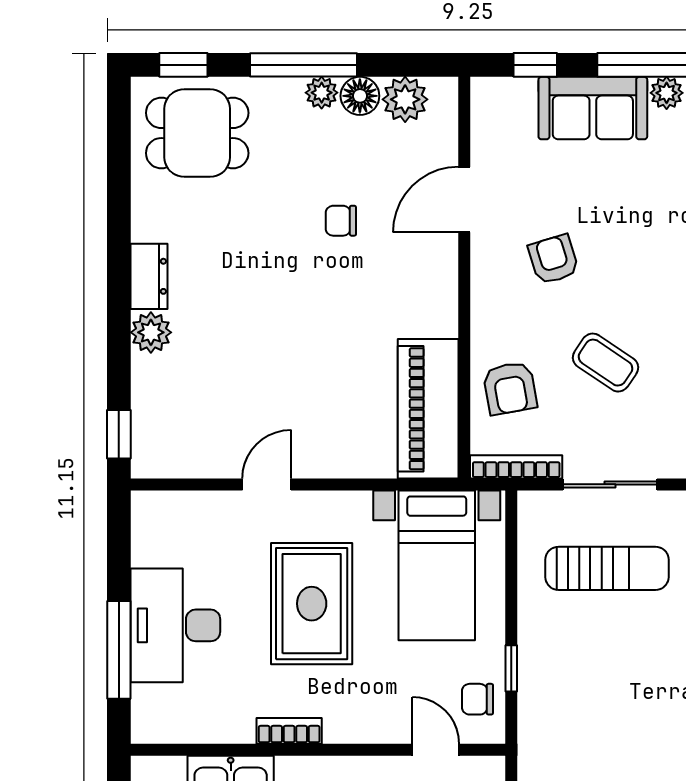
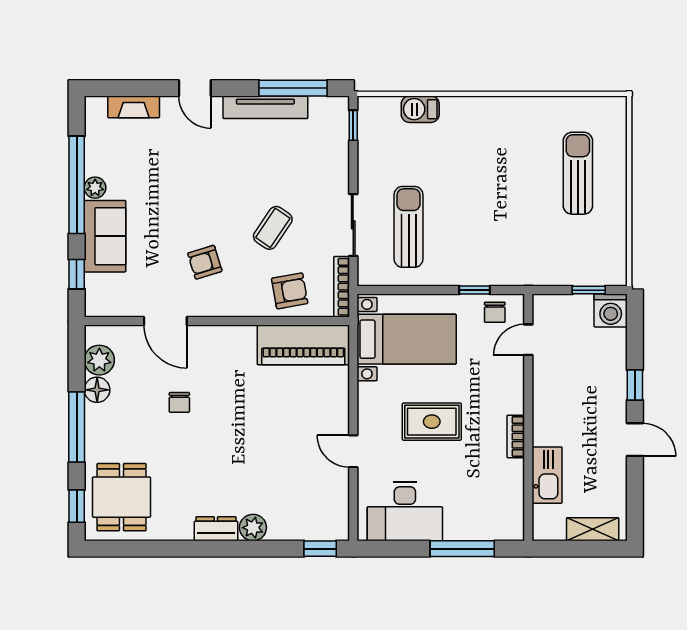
plant: (322, 93) -> (95, 415), removed
rug: (312, 604) -> (432, 422), width x0.73, depth x0.70
desk: (175, 625) -> (405, 511), moved

